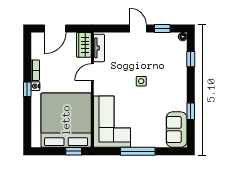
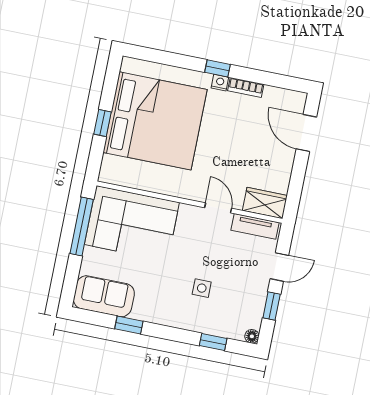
wardrobe: (84, 45) -> (265, 203), moved
tv unit: (99, 48) -> (255, 226), moved
door: (92, 72) -> (218, 208), moved
side table: (141, 81) -> (202, 288), moved
wall: (92, 90) -> (190, 202), moved
corner sofa: (112, 122) -> (132, 223), moved

